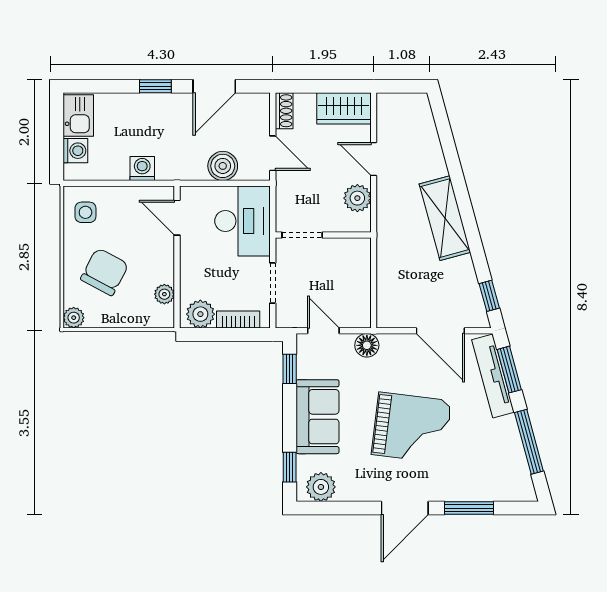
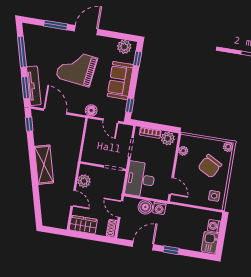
washing machine: (142, 169) -> (159, 208), moved

